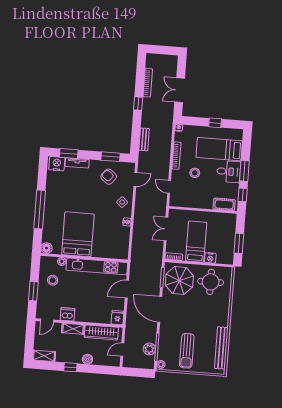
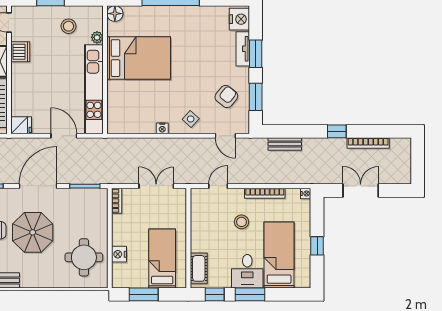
window: (69, 153) -> (256, 54), moved
bed: (196, 242) -> (162, 258), moved, turned -90
parasol: (179, 281) -> (33, 232), moved

